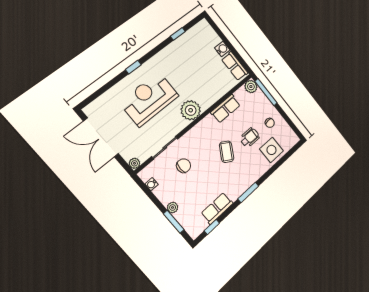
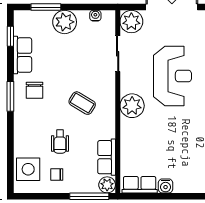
row of seats: (226, 109) -> (107, 157), moved
side table: (271, 150) -> (28, 169), moved
coffee table: (227, 152) -> (82, 103), moved
plant: (134, 163) -> (131, 22), width x1.88, depth x1.88
chair: (184, 166) -> (34, 90), moved
plant: (173, 207) -> (65, 22), width x1.88, depth x1.88

